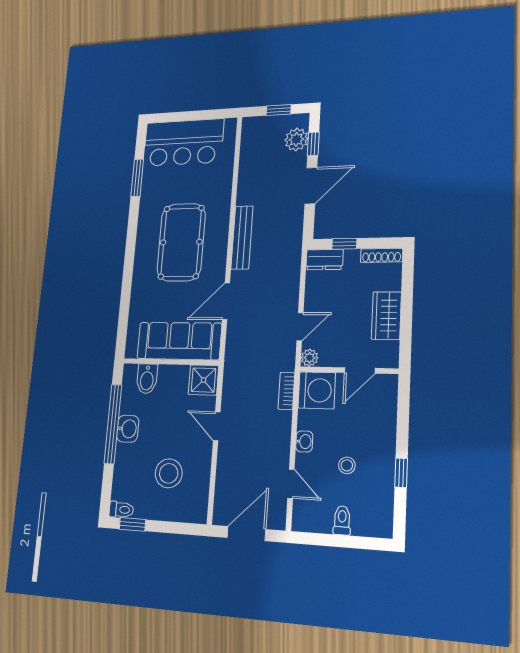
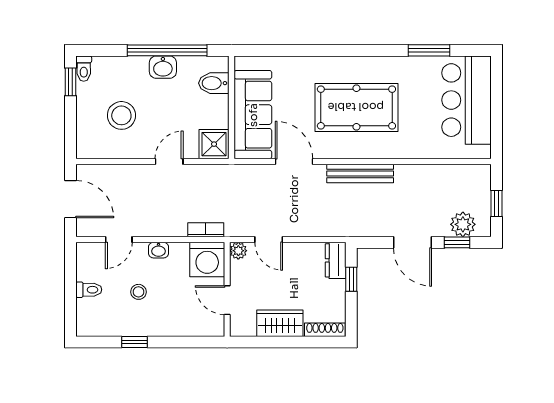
shoe rack: (382, 255) -> (325, 330), moved, turned 90

